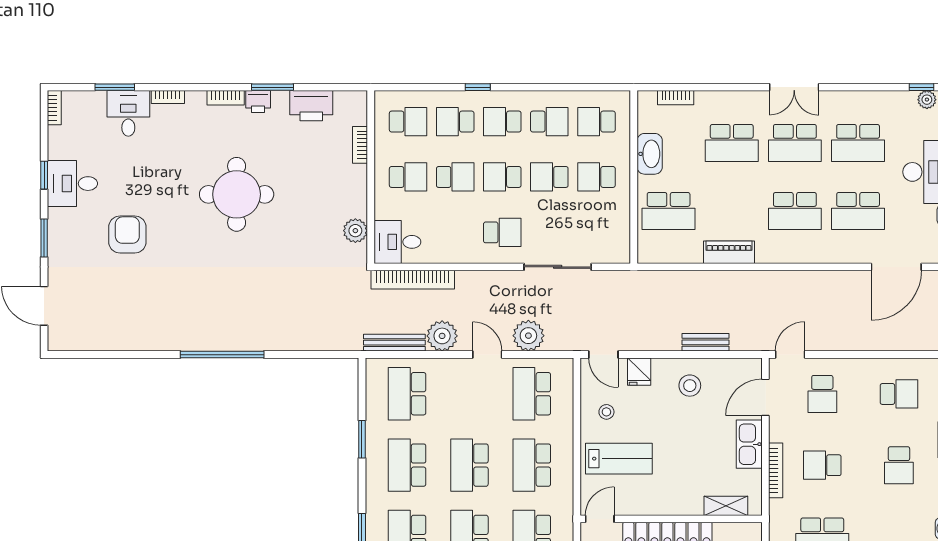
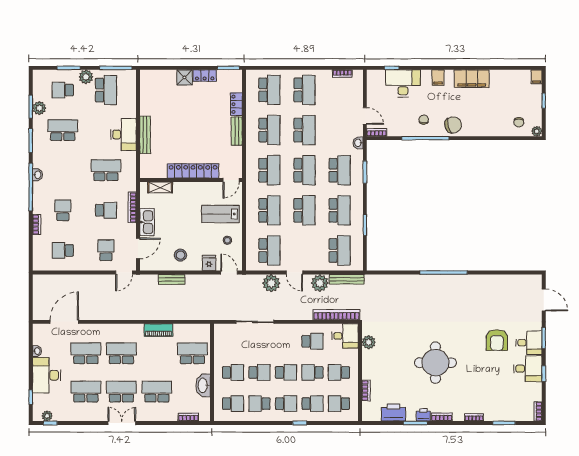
desk: (128, 113) -> (529, 343), moved, turned -90
school desk: (502, 232) -> (312, 341), moved, turned 180

